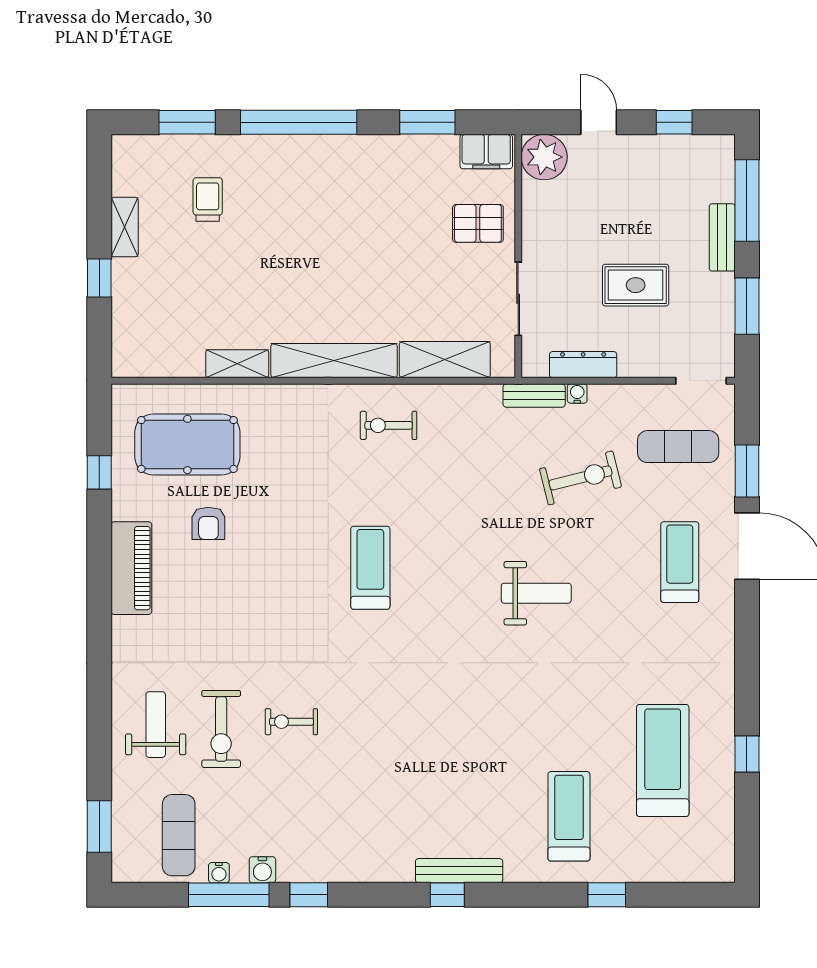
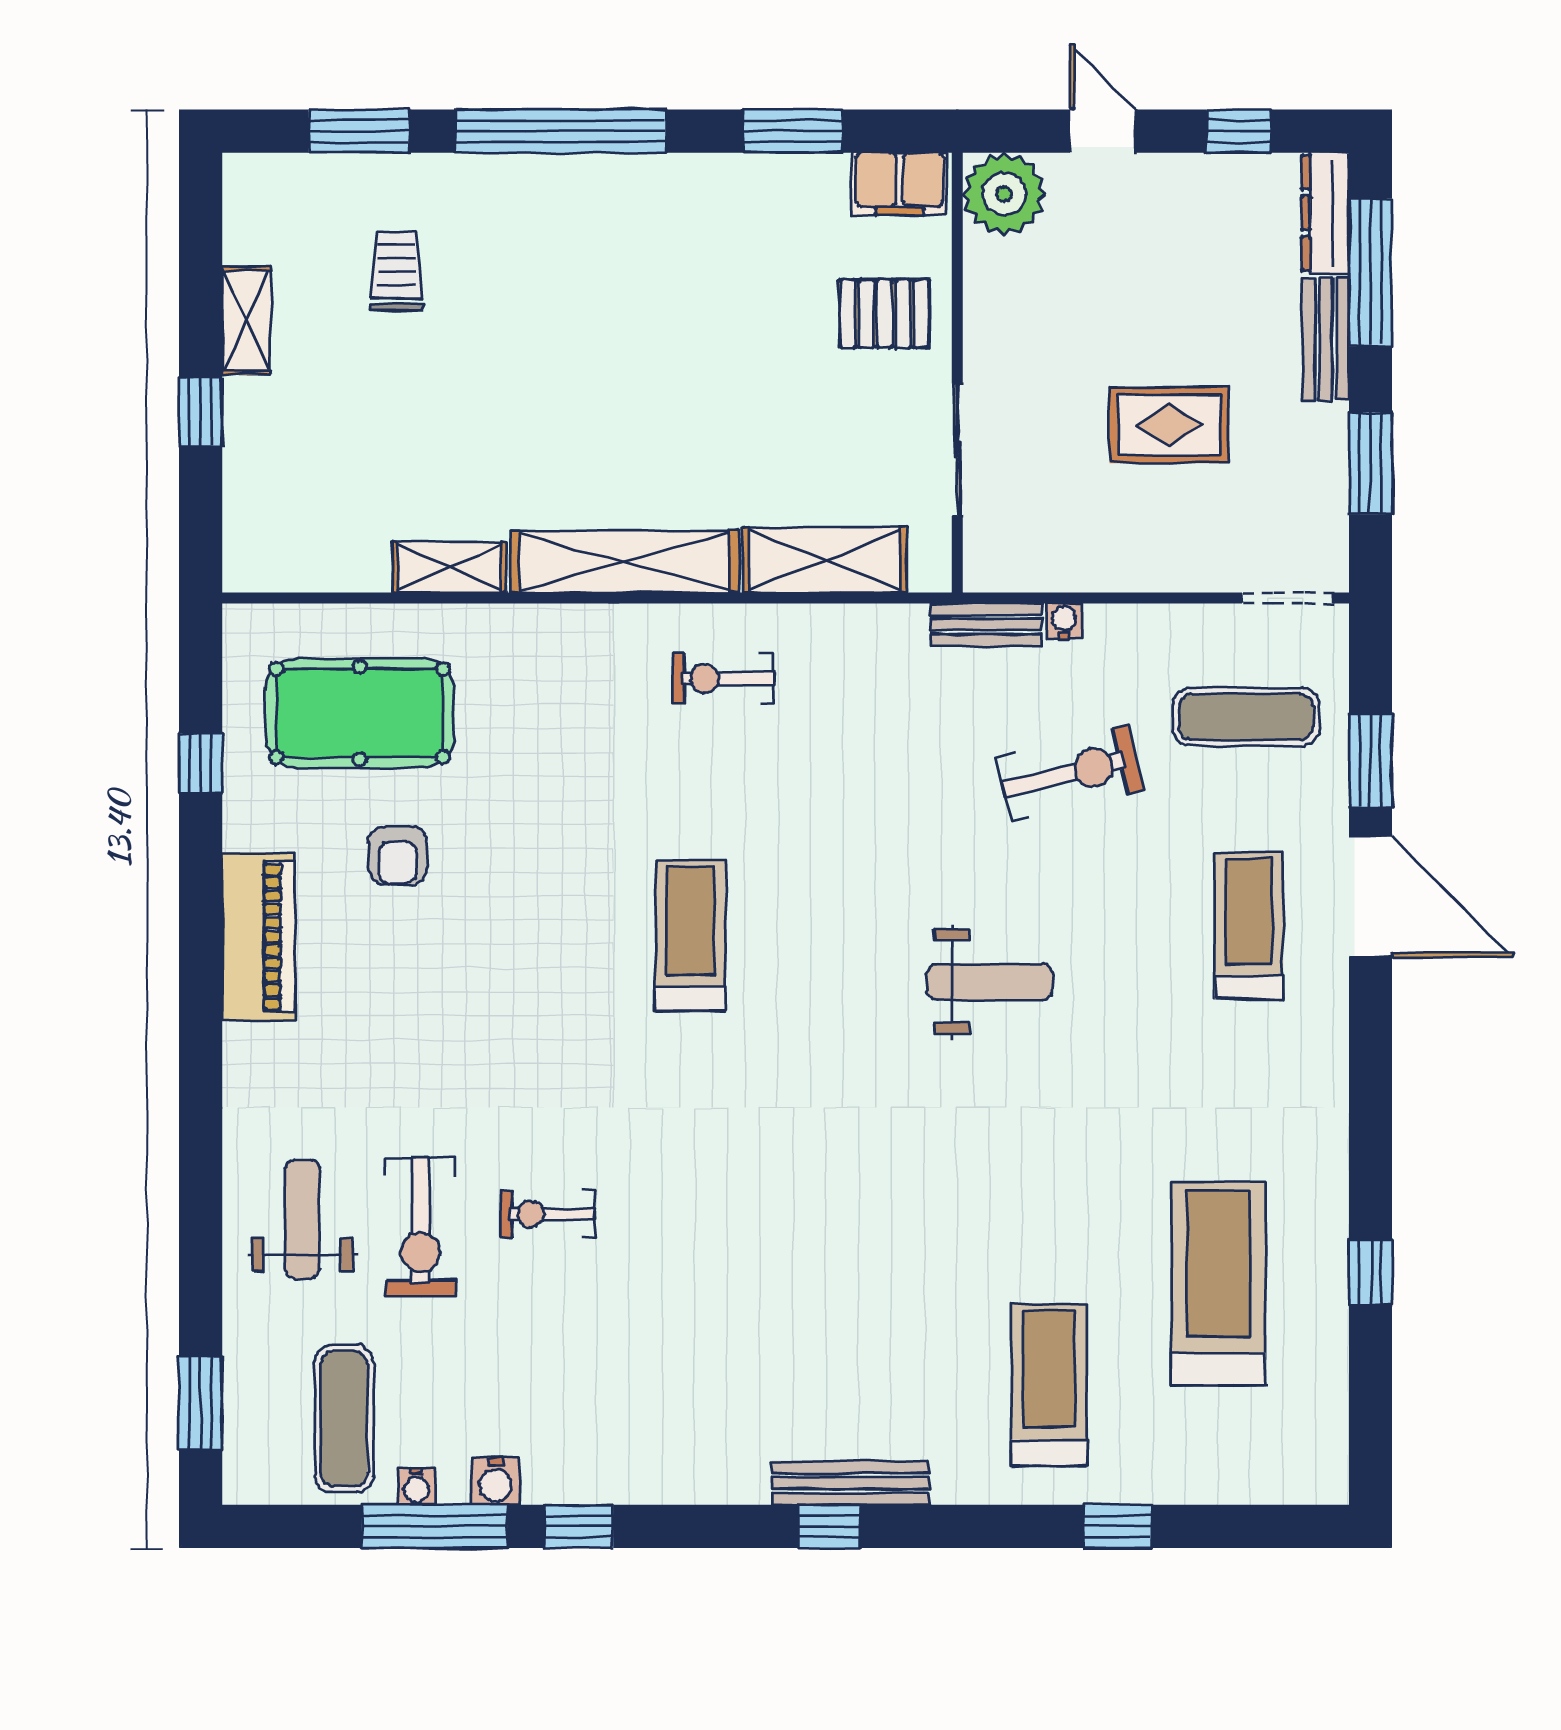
dresser: (583, 365) -> (1325, 213), moved, turned -90

